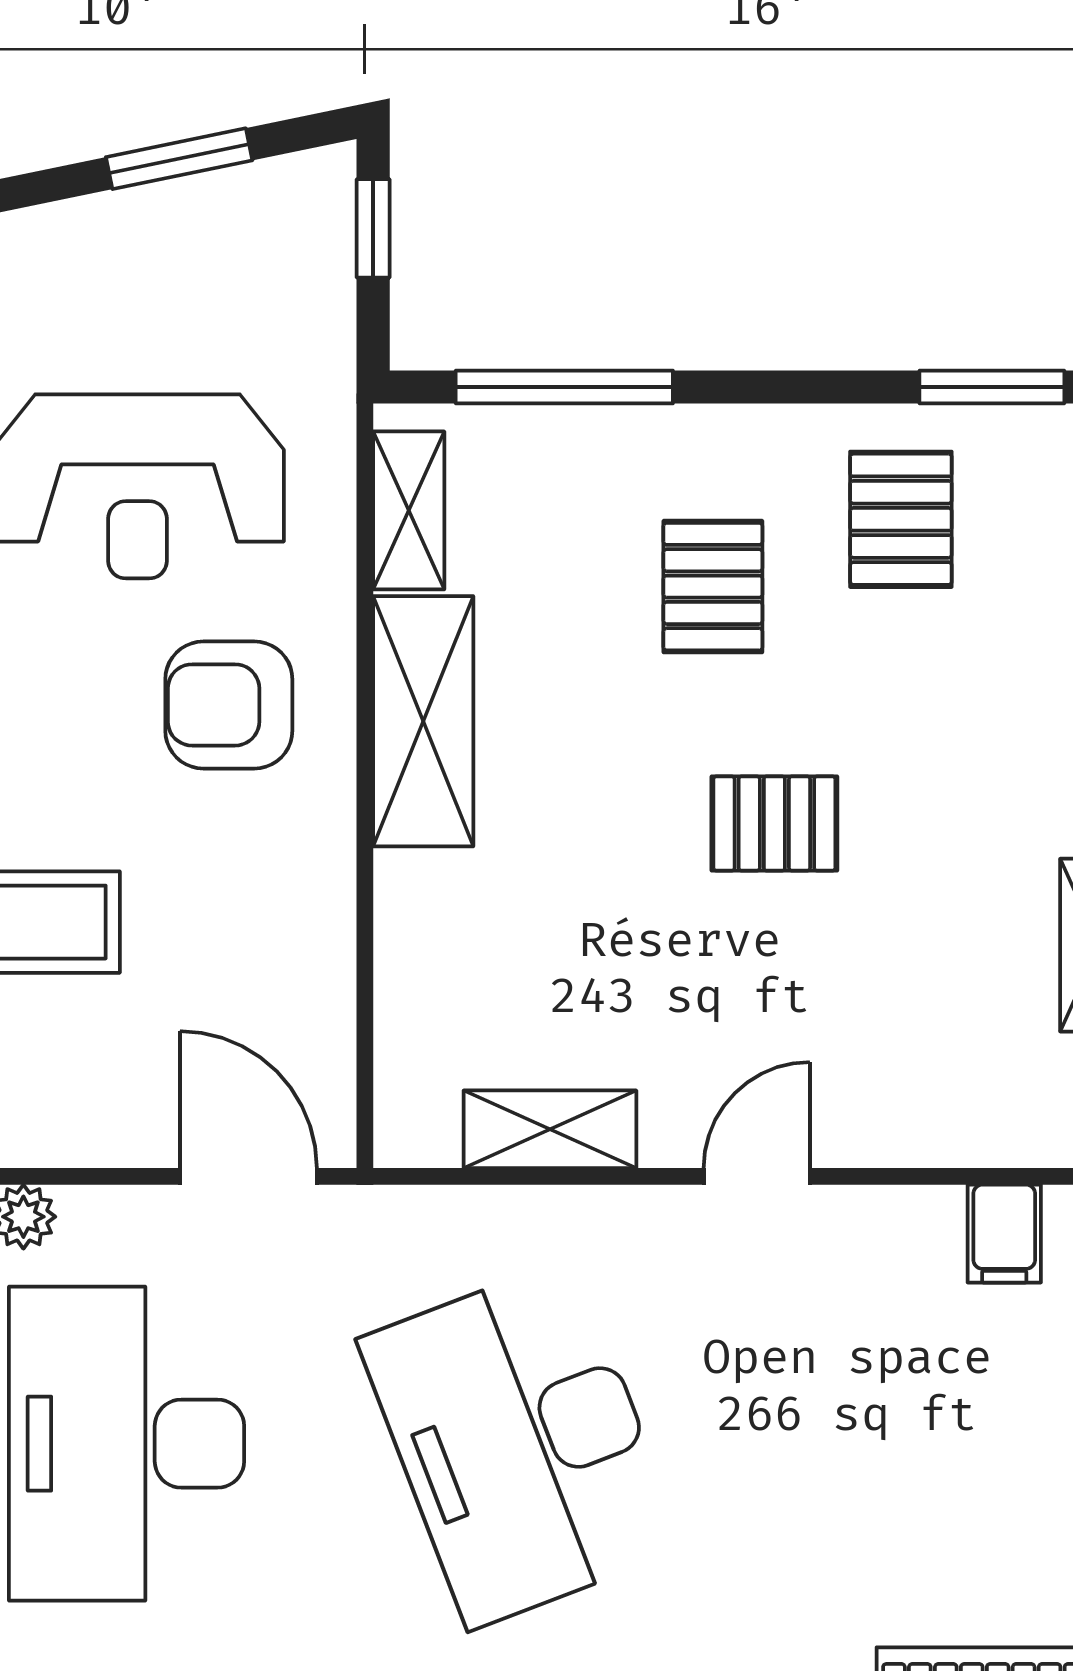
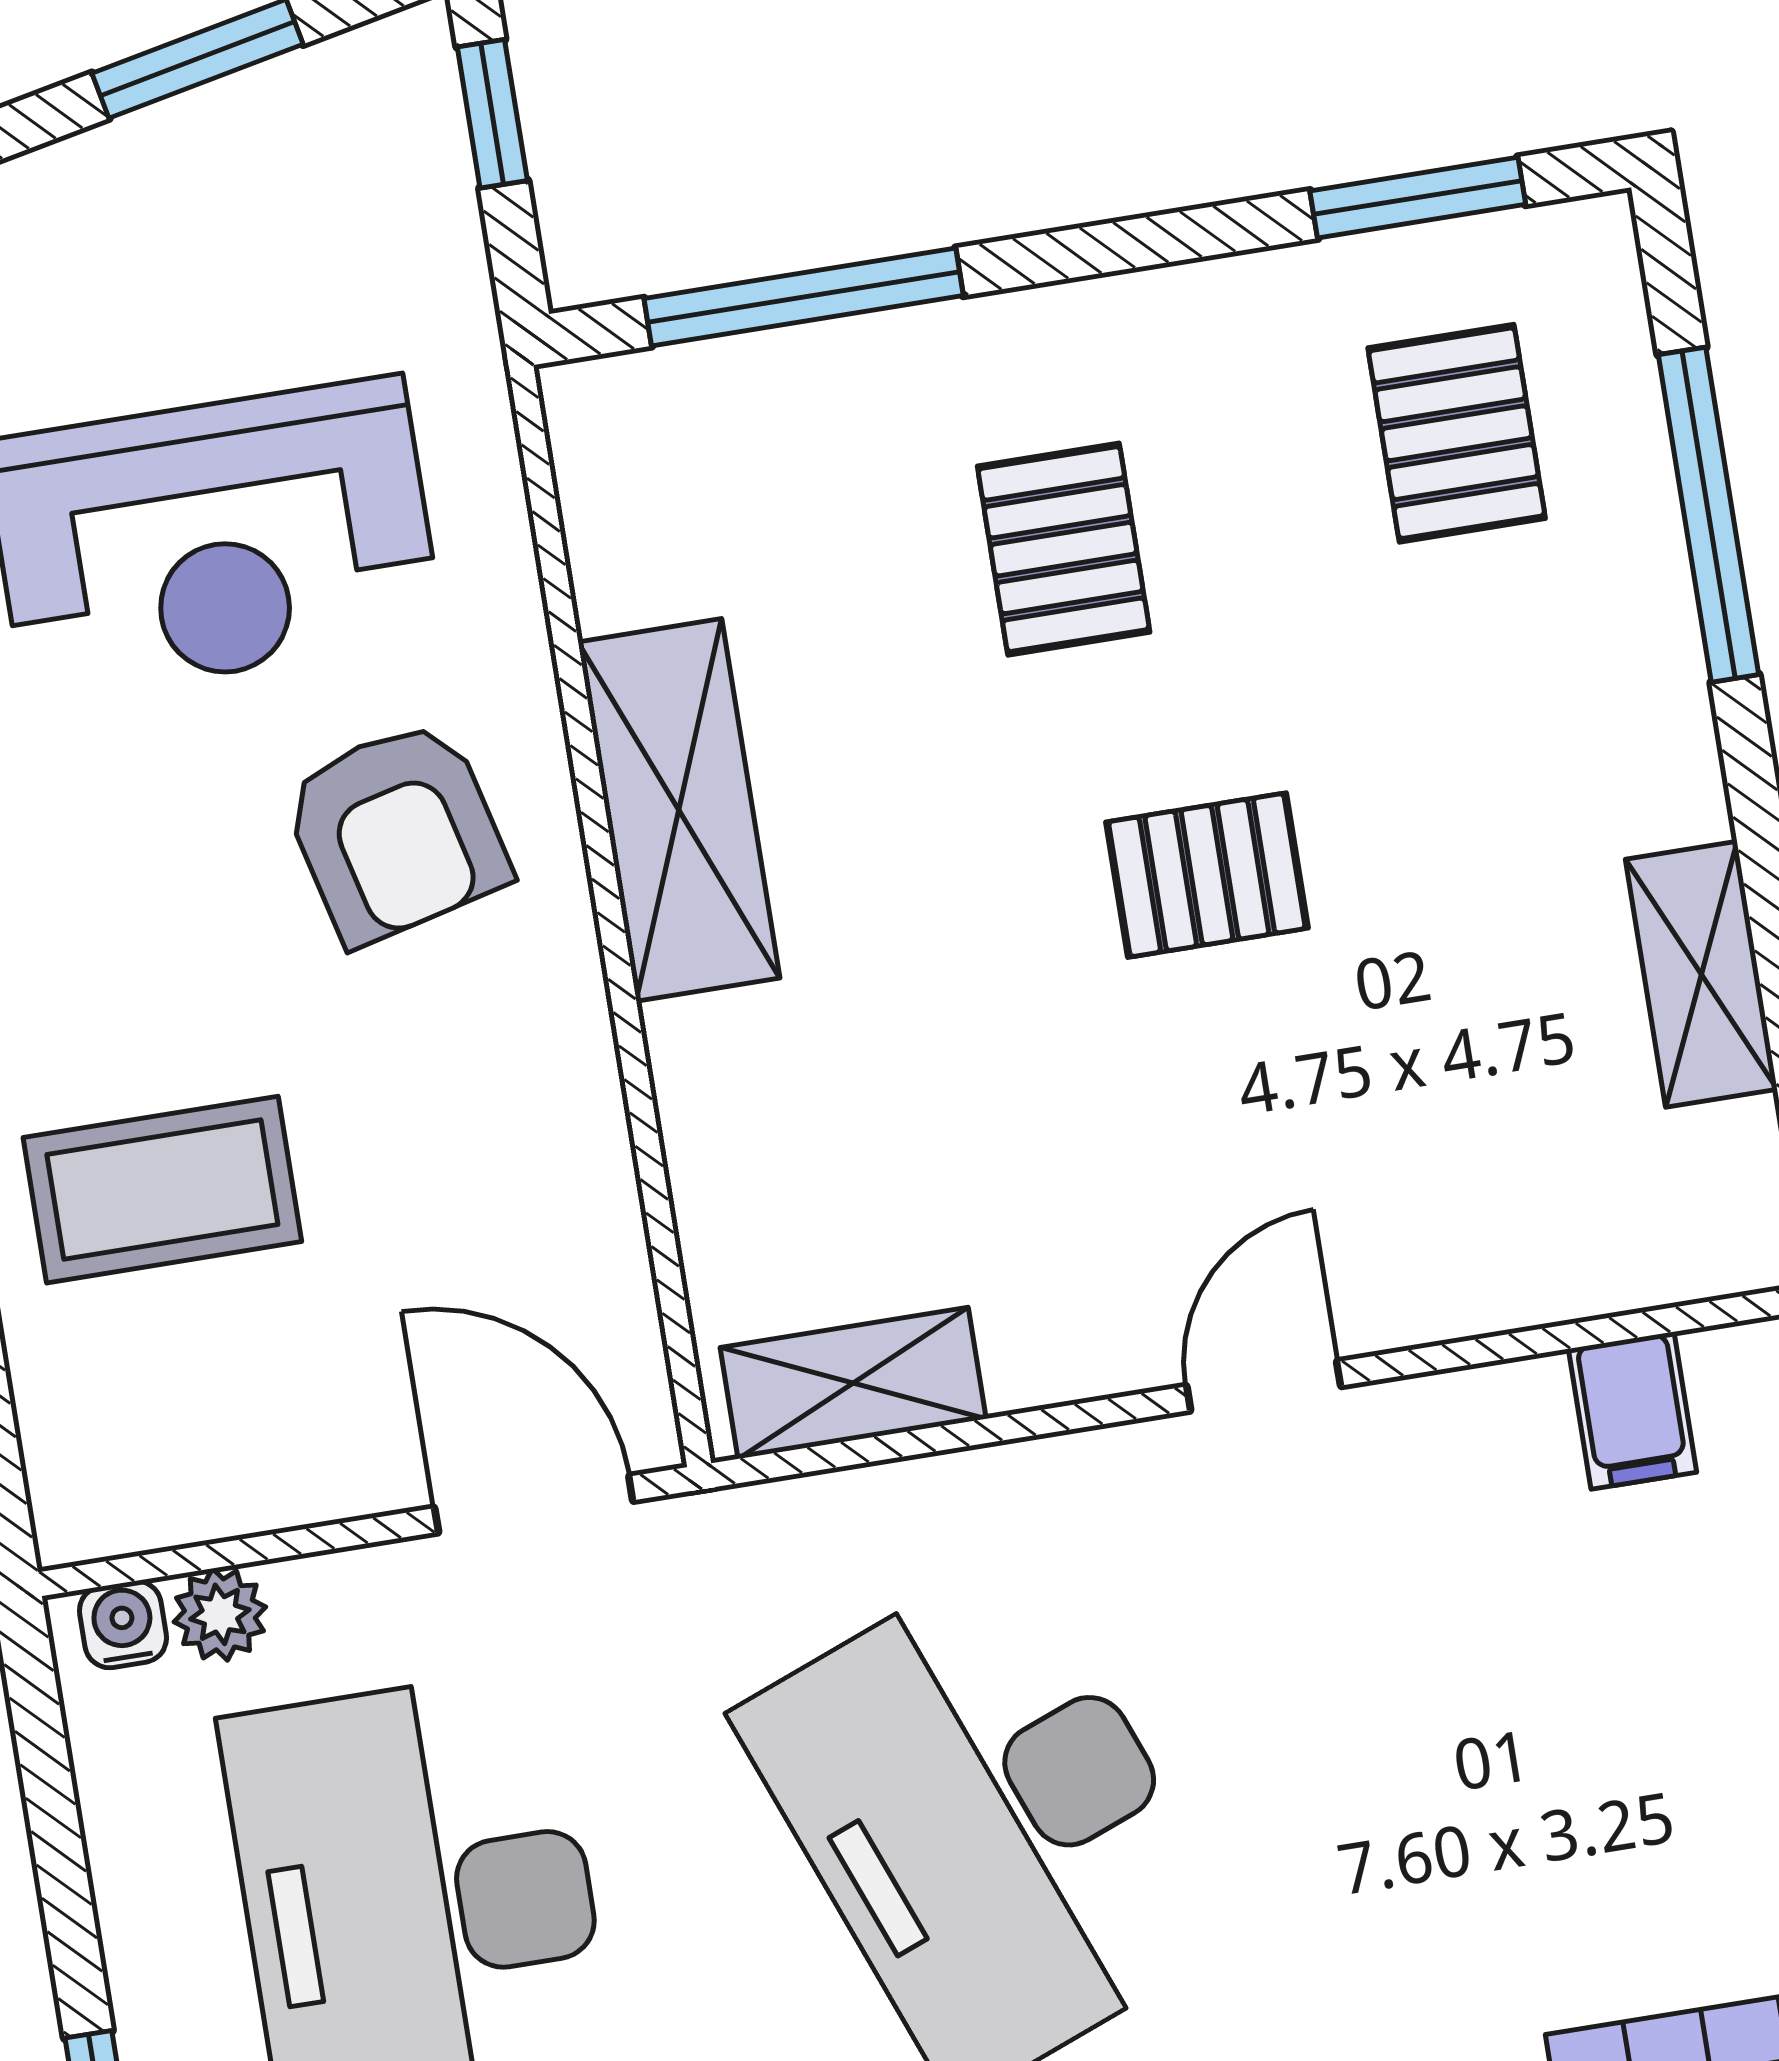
shelving: (409, 510) -> (609, 511), removed
pallet: (901, 519) -> (1457, 433), moved
armchair: (229, 705) -> (396, 832), turned -104
shelving: (550, 1129) -> (853, 1383), moved

